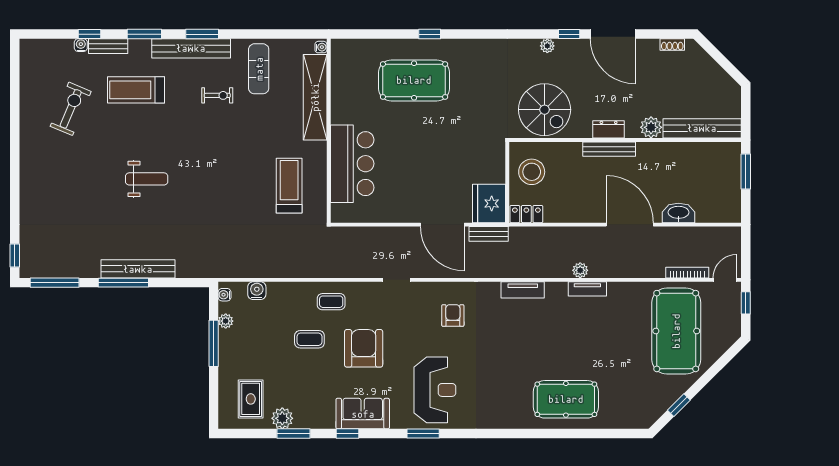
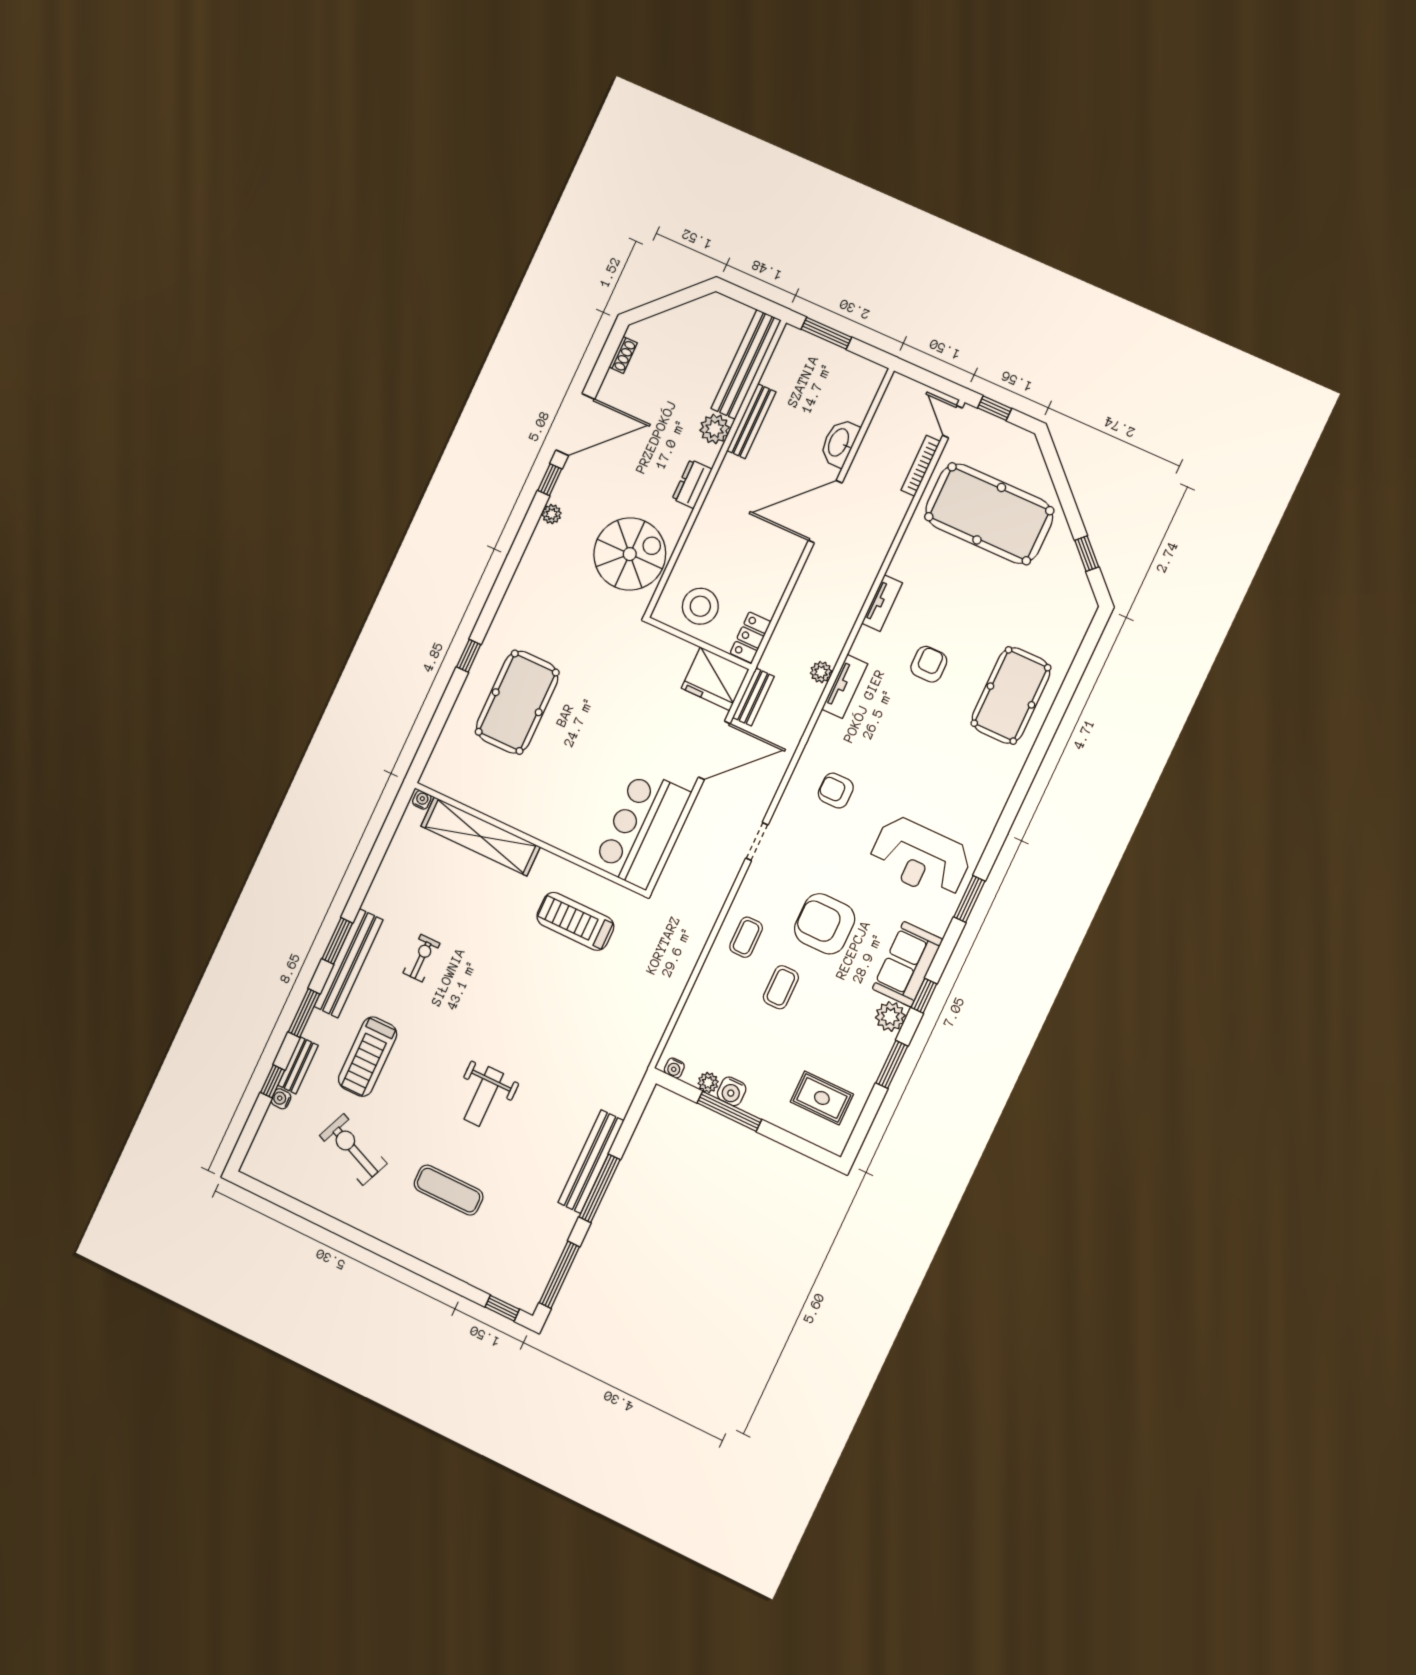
exercise mat: (259, 69) -> (449, 1190), moved
bench: (609, 149) -> (751, 421), moved
bar counter: (352, 164) -> (642, 829), moved, turned -90
weight bench: (147, 179) -> (484, 1096), turned 180
plant: (580, 270) -> (821, 672), moved
water cooler: (257, 291) -> (732, 1091), moved, turned -90
armchair: (562, 337) -> (929, 664), added
reception desk: (435, 390) -> (920, 858), turned 180
plant: (282, 418) -> (890, 1016), moved

